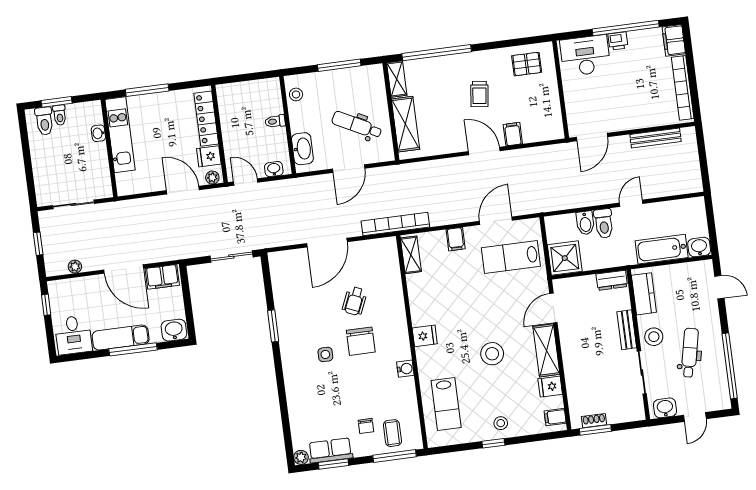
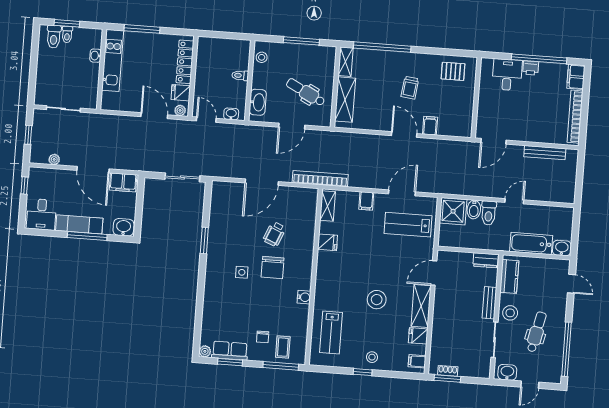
desk: (585, 56) -> (507, 75), width x0.73
shower: (565, 258) -> (453, 211), moved
fridge: (425, 336) -> (328, 242), moved

